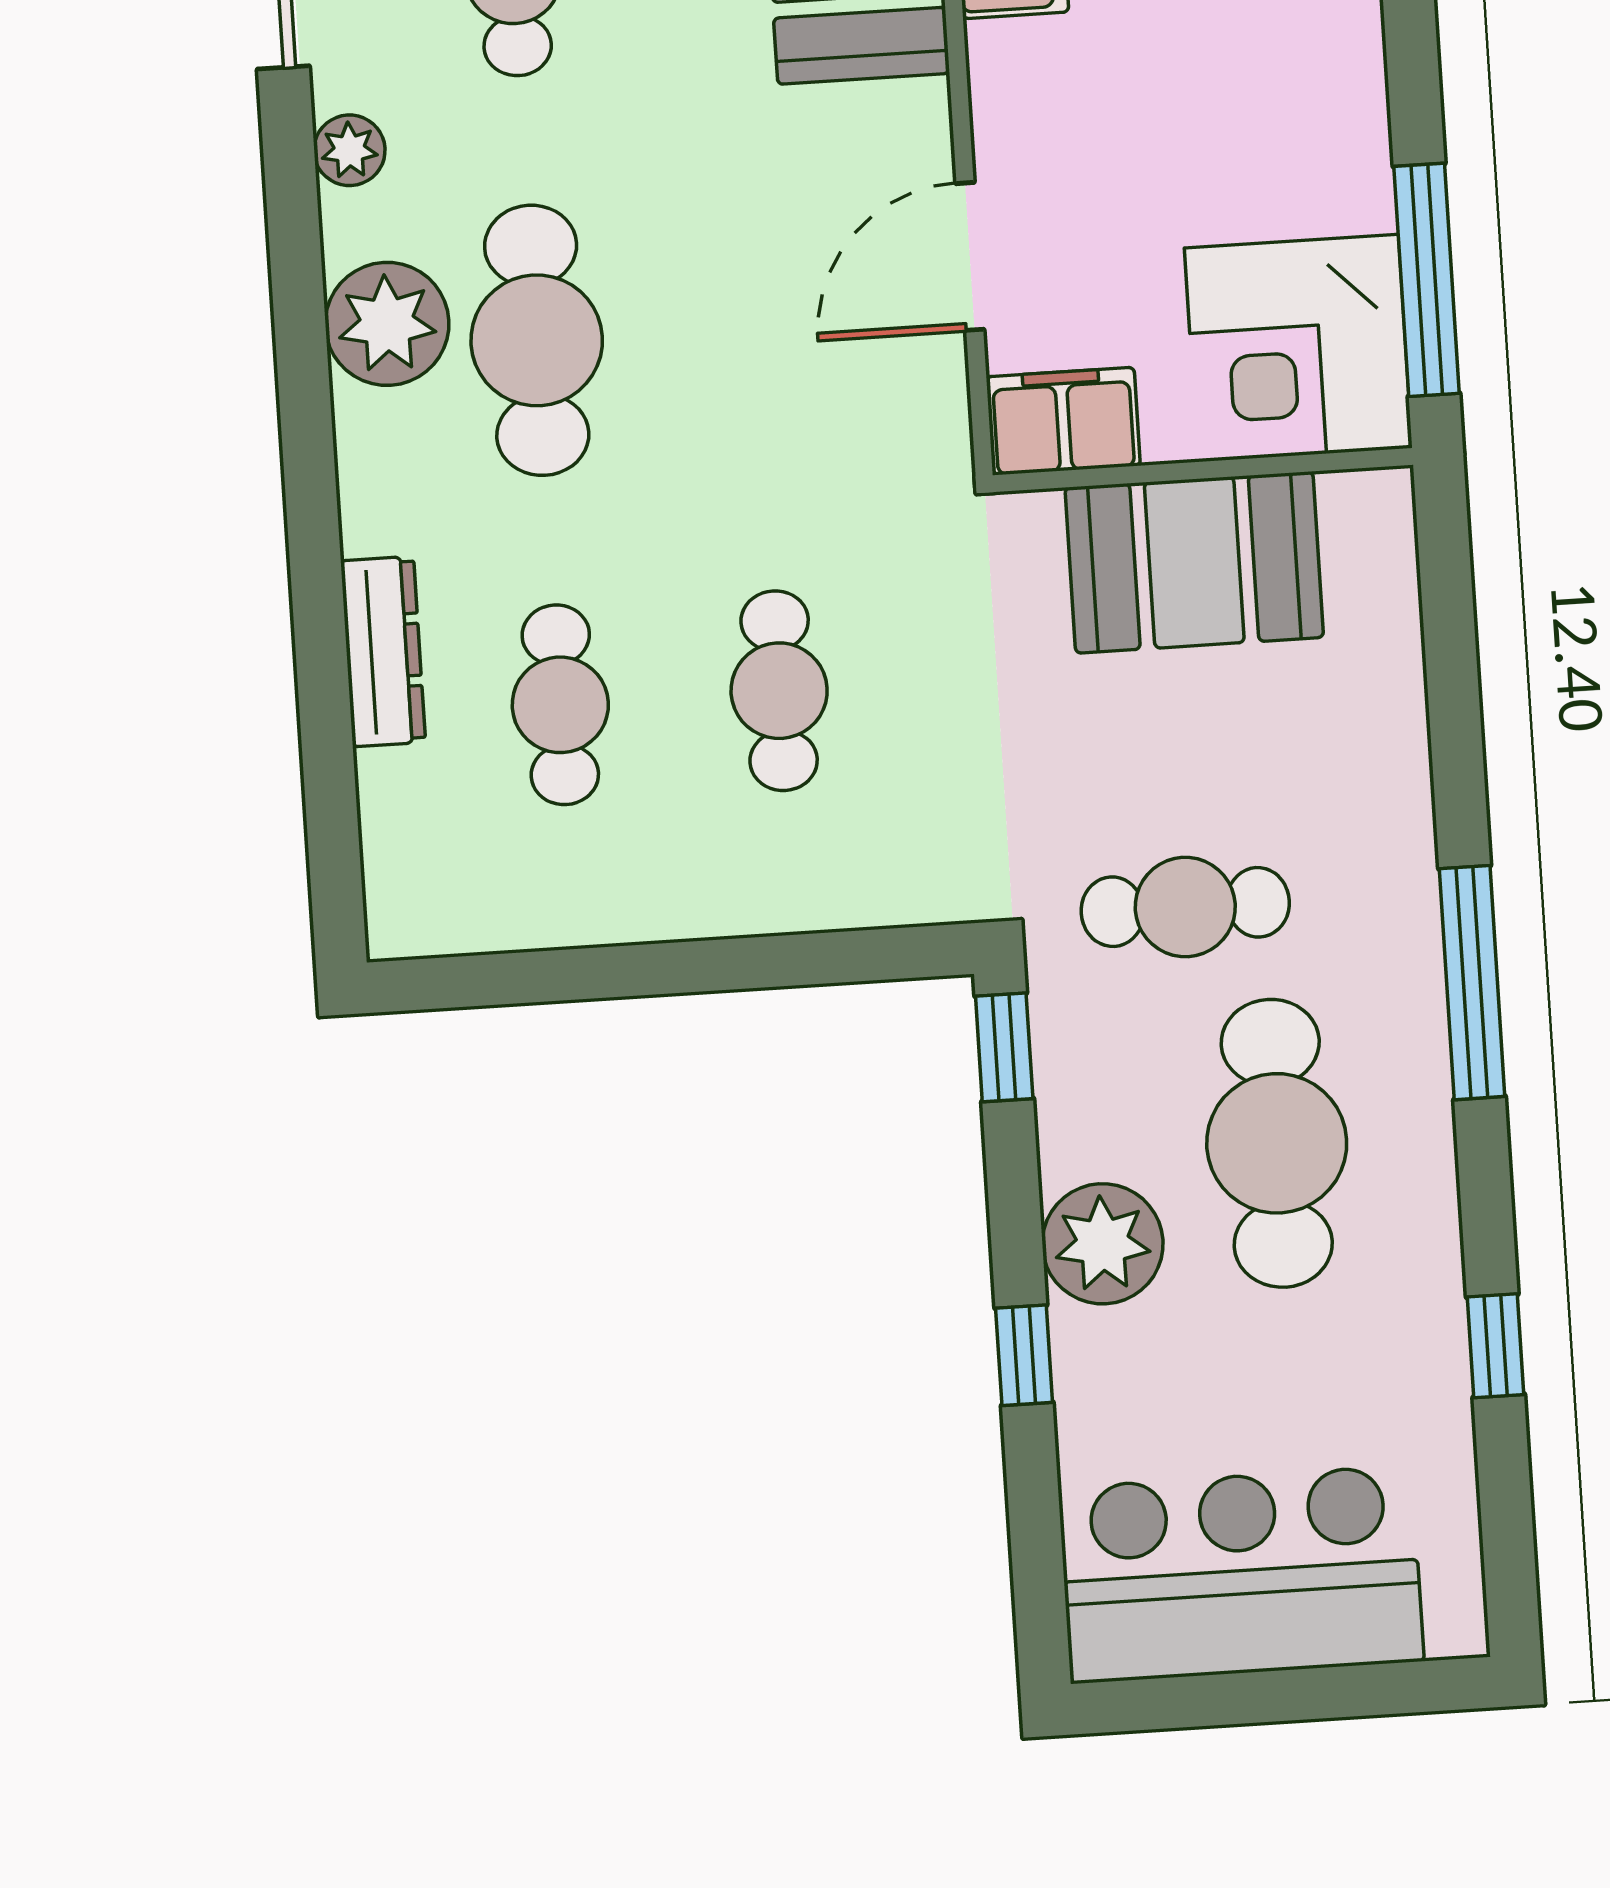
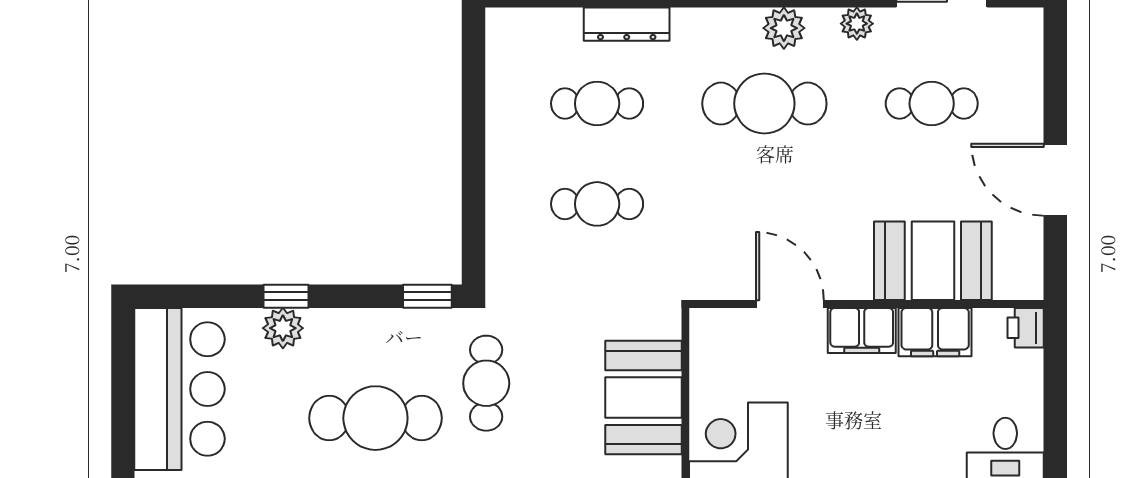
plant: (387, 324) -> (784, 28), width x0.73, depth x0.73
filing cabinet: (1063, 421) -> (862, 330), moved, turned 90
plant: (1103, 1244) -> (283, 328), moved, width x0.73, depth x0.73

